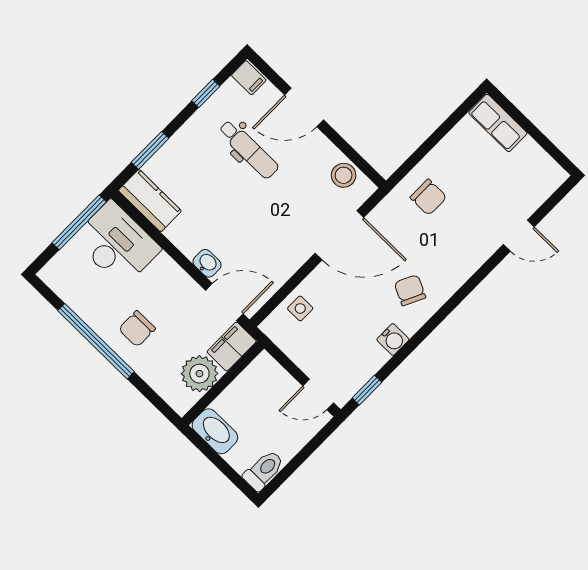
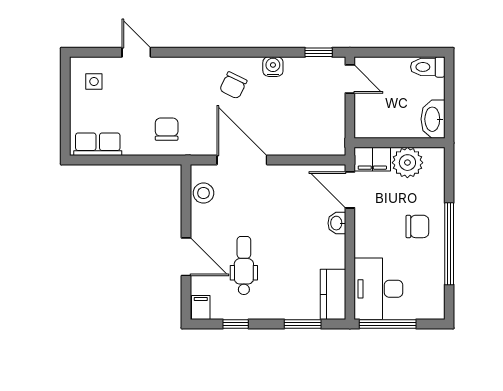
row of seats: (498, 123) -> (98, 144), moved, turned -90
side table: (300, 308) -> (94, 81), moved

